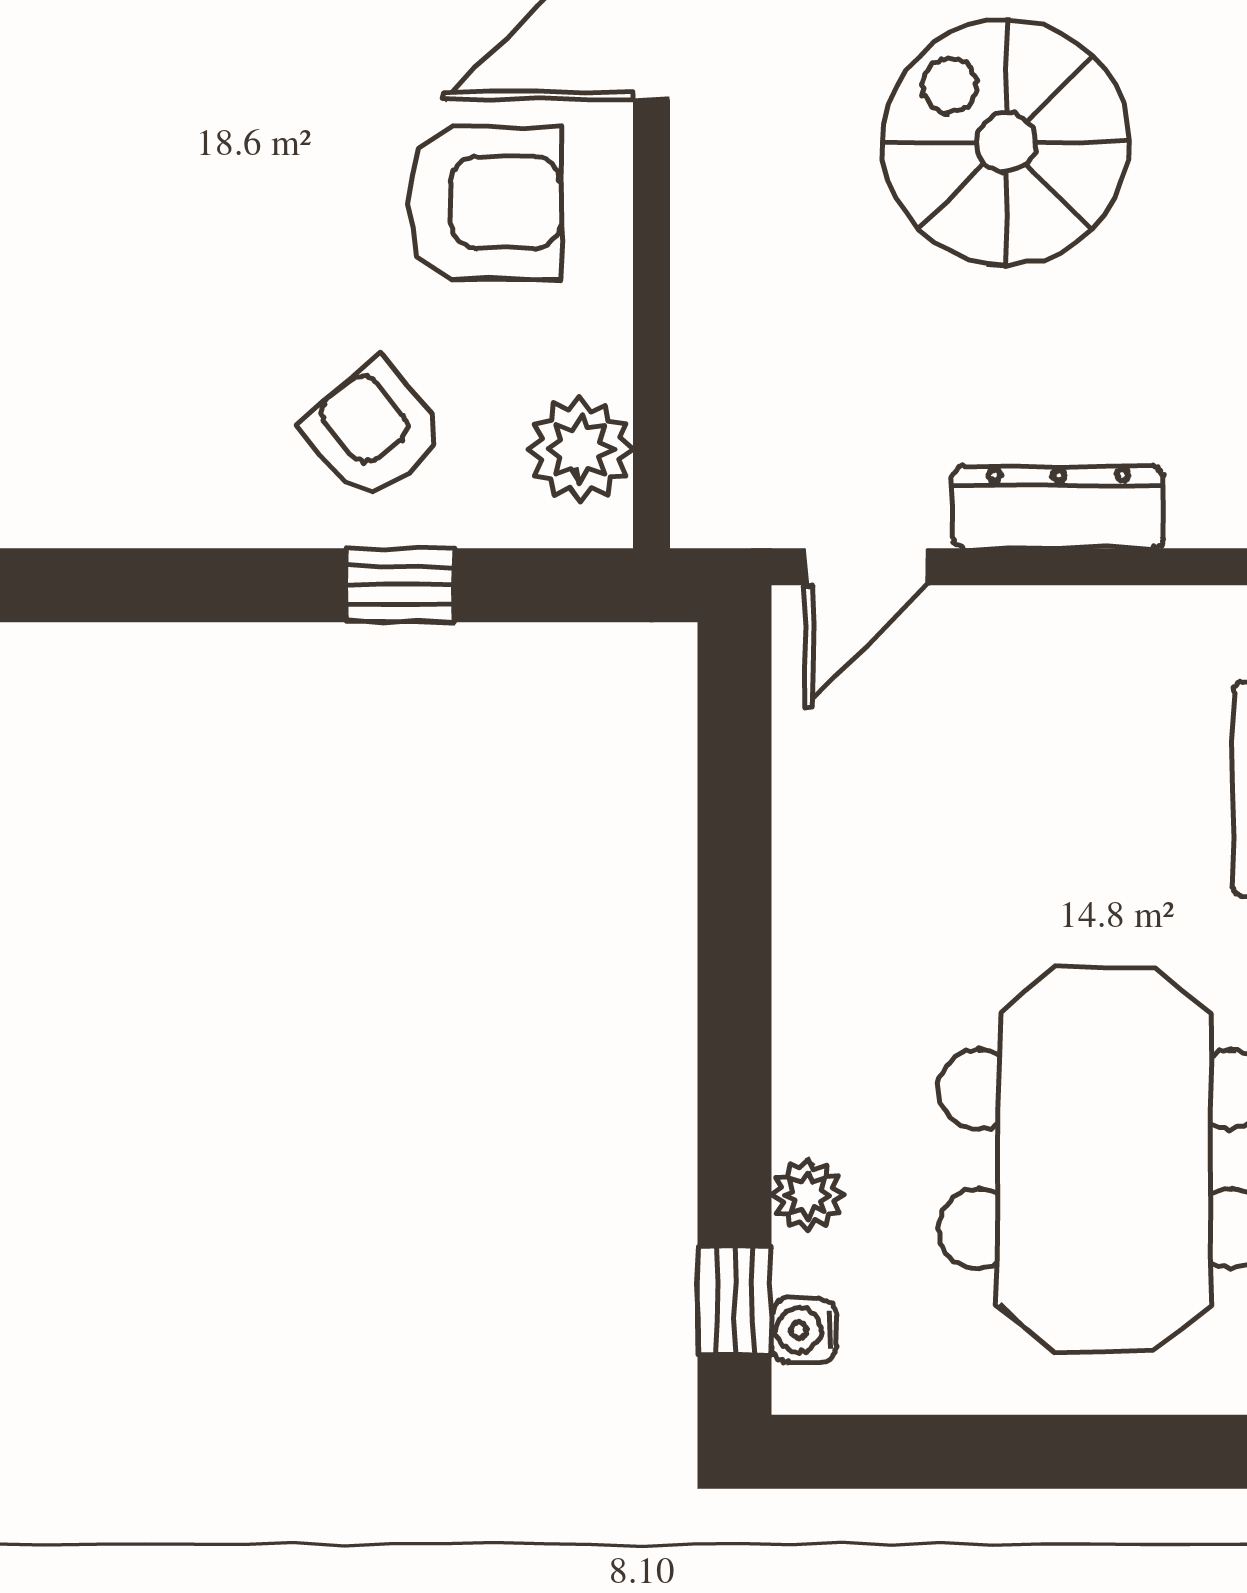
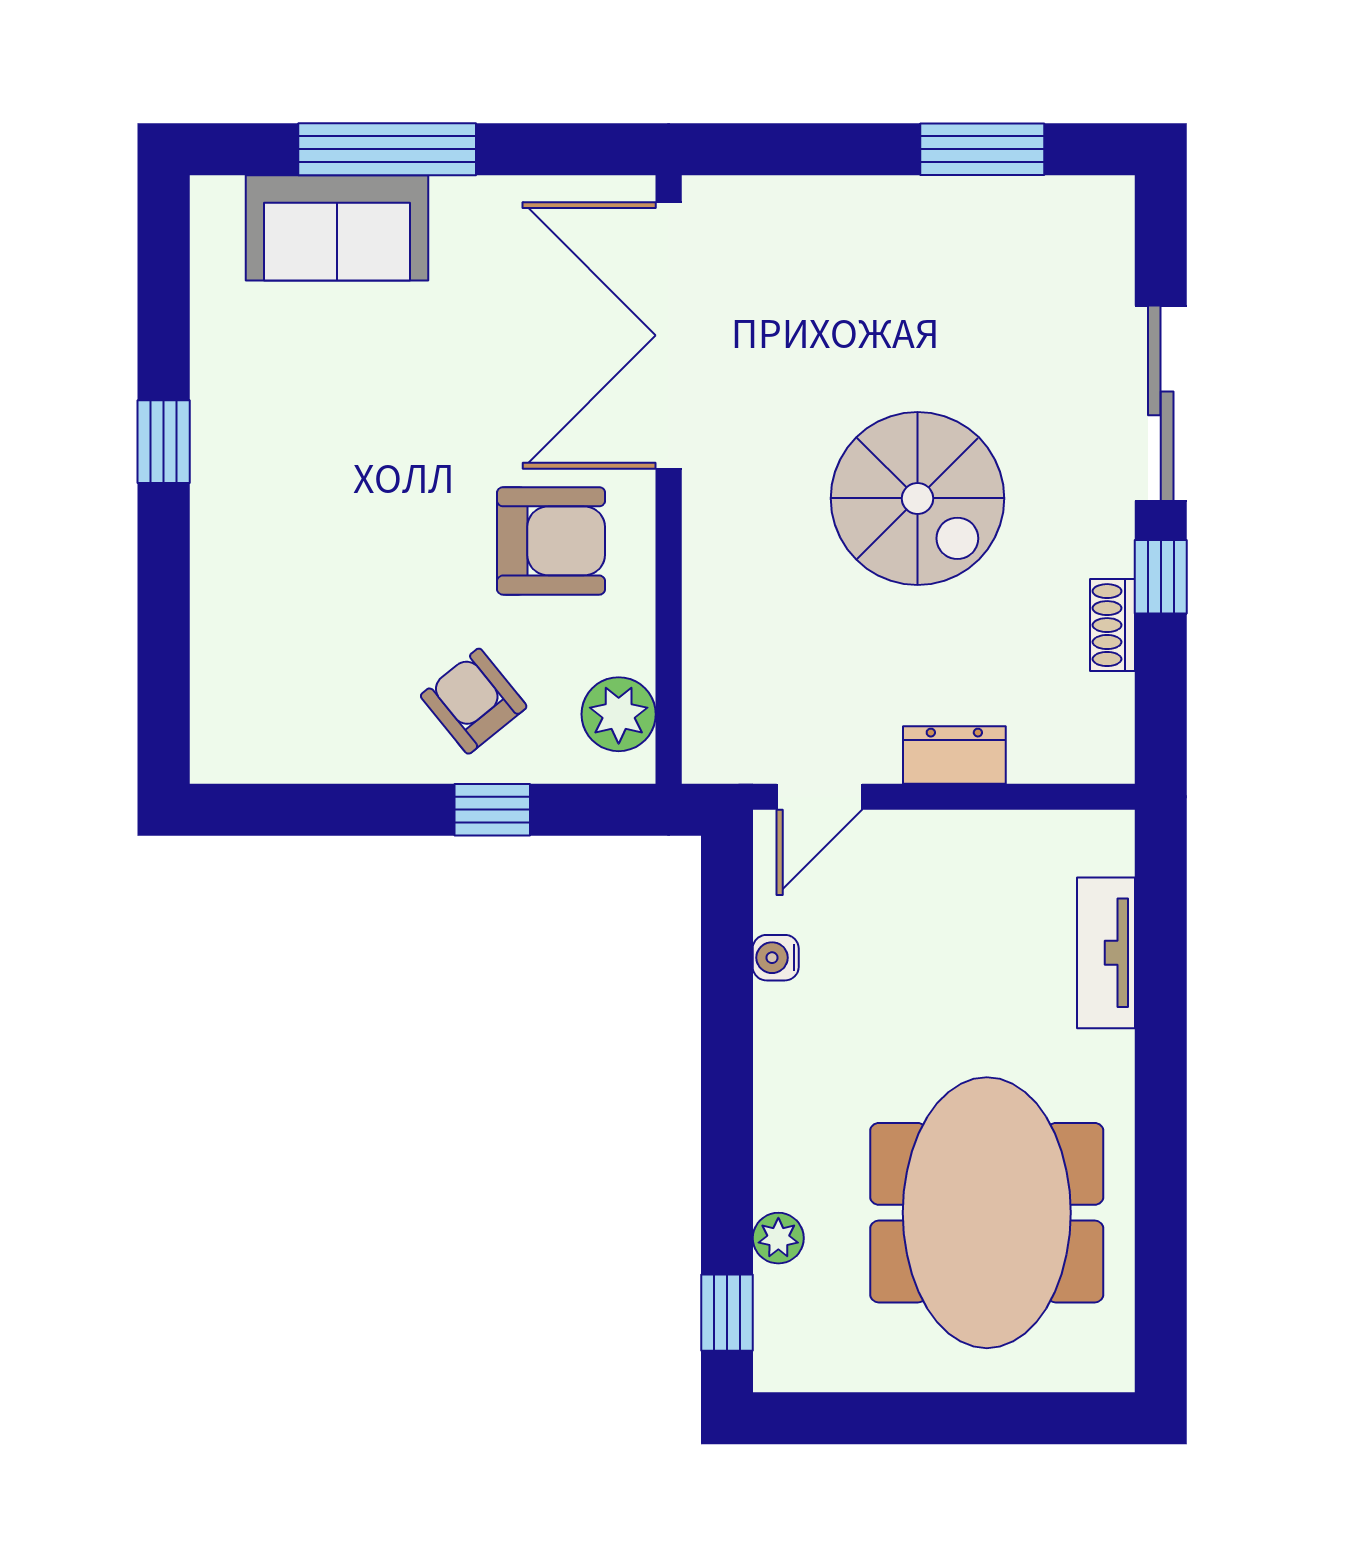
spiral stairs: (1006, 142) -> (918, 498), turned 180
dresser: (1058, 507) -> (954, 755), width x0.70
water cooler: (804, 1330) -> (776, 958), moved

